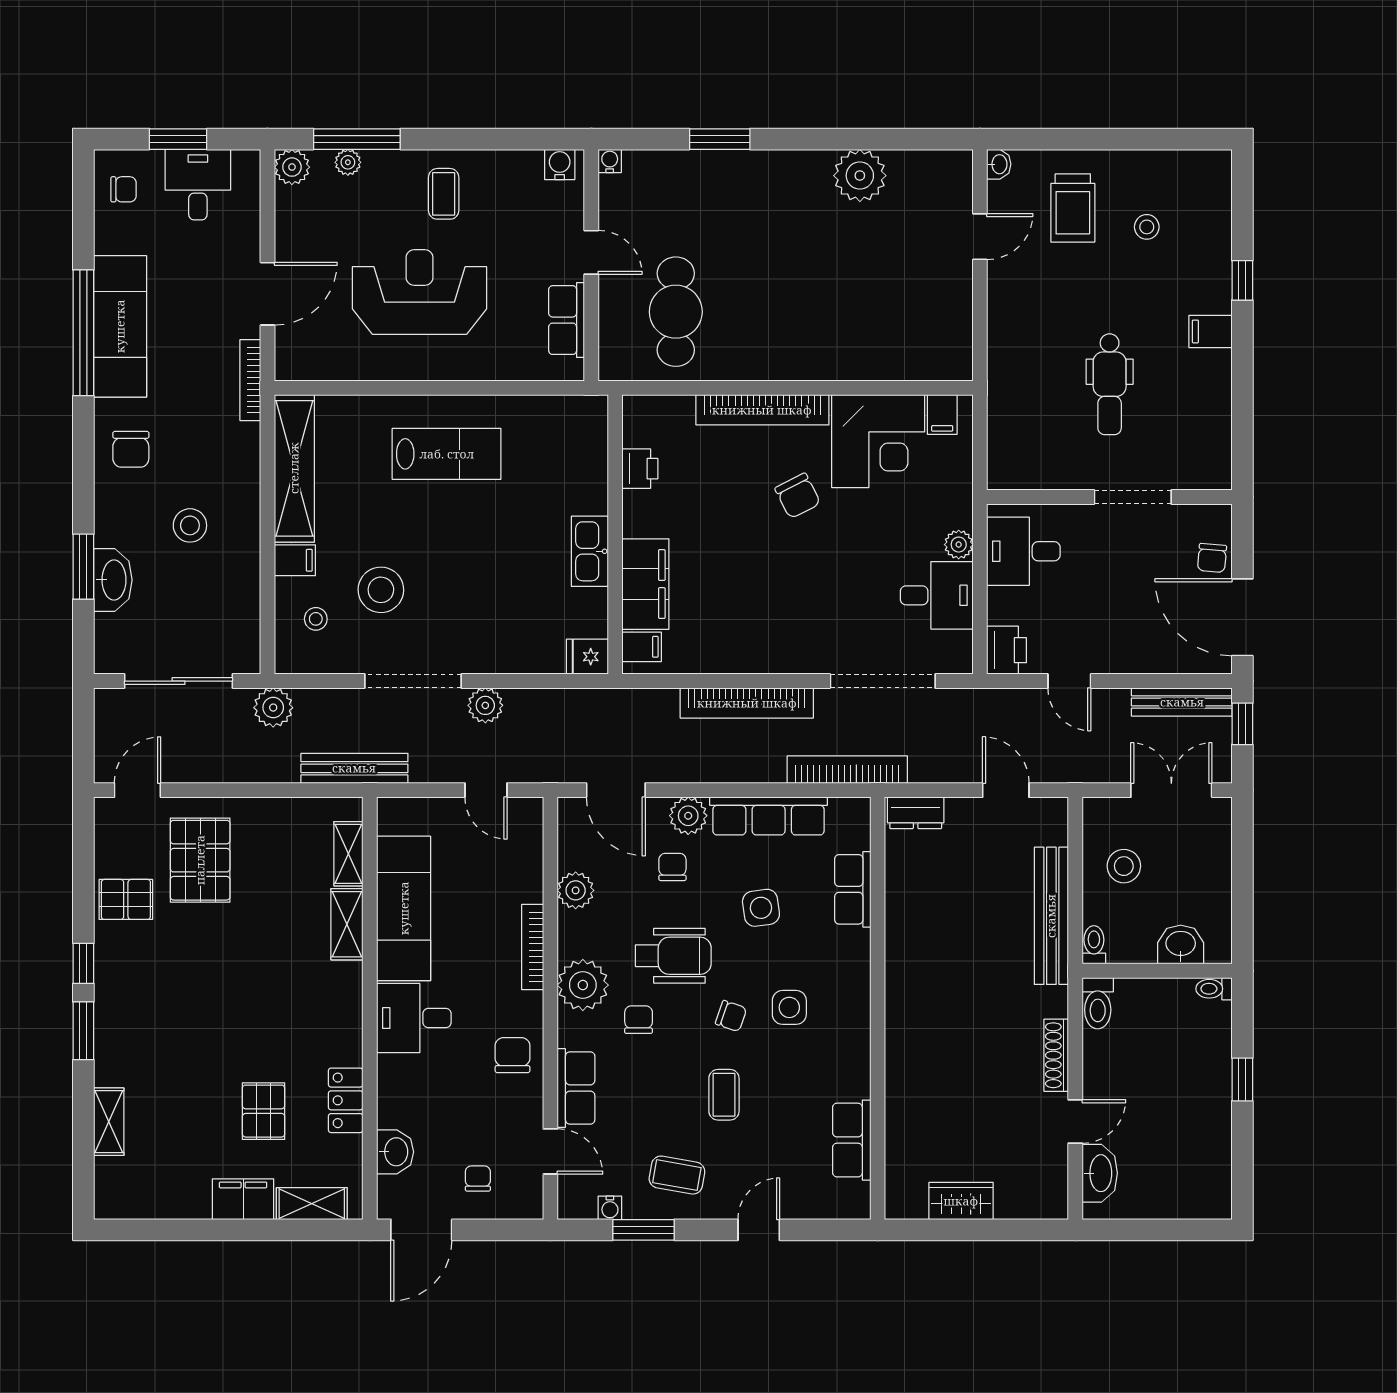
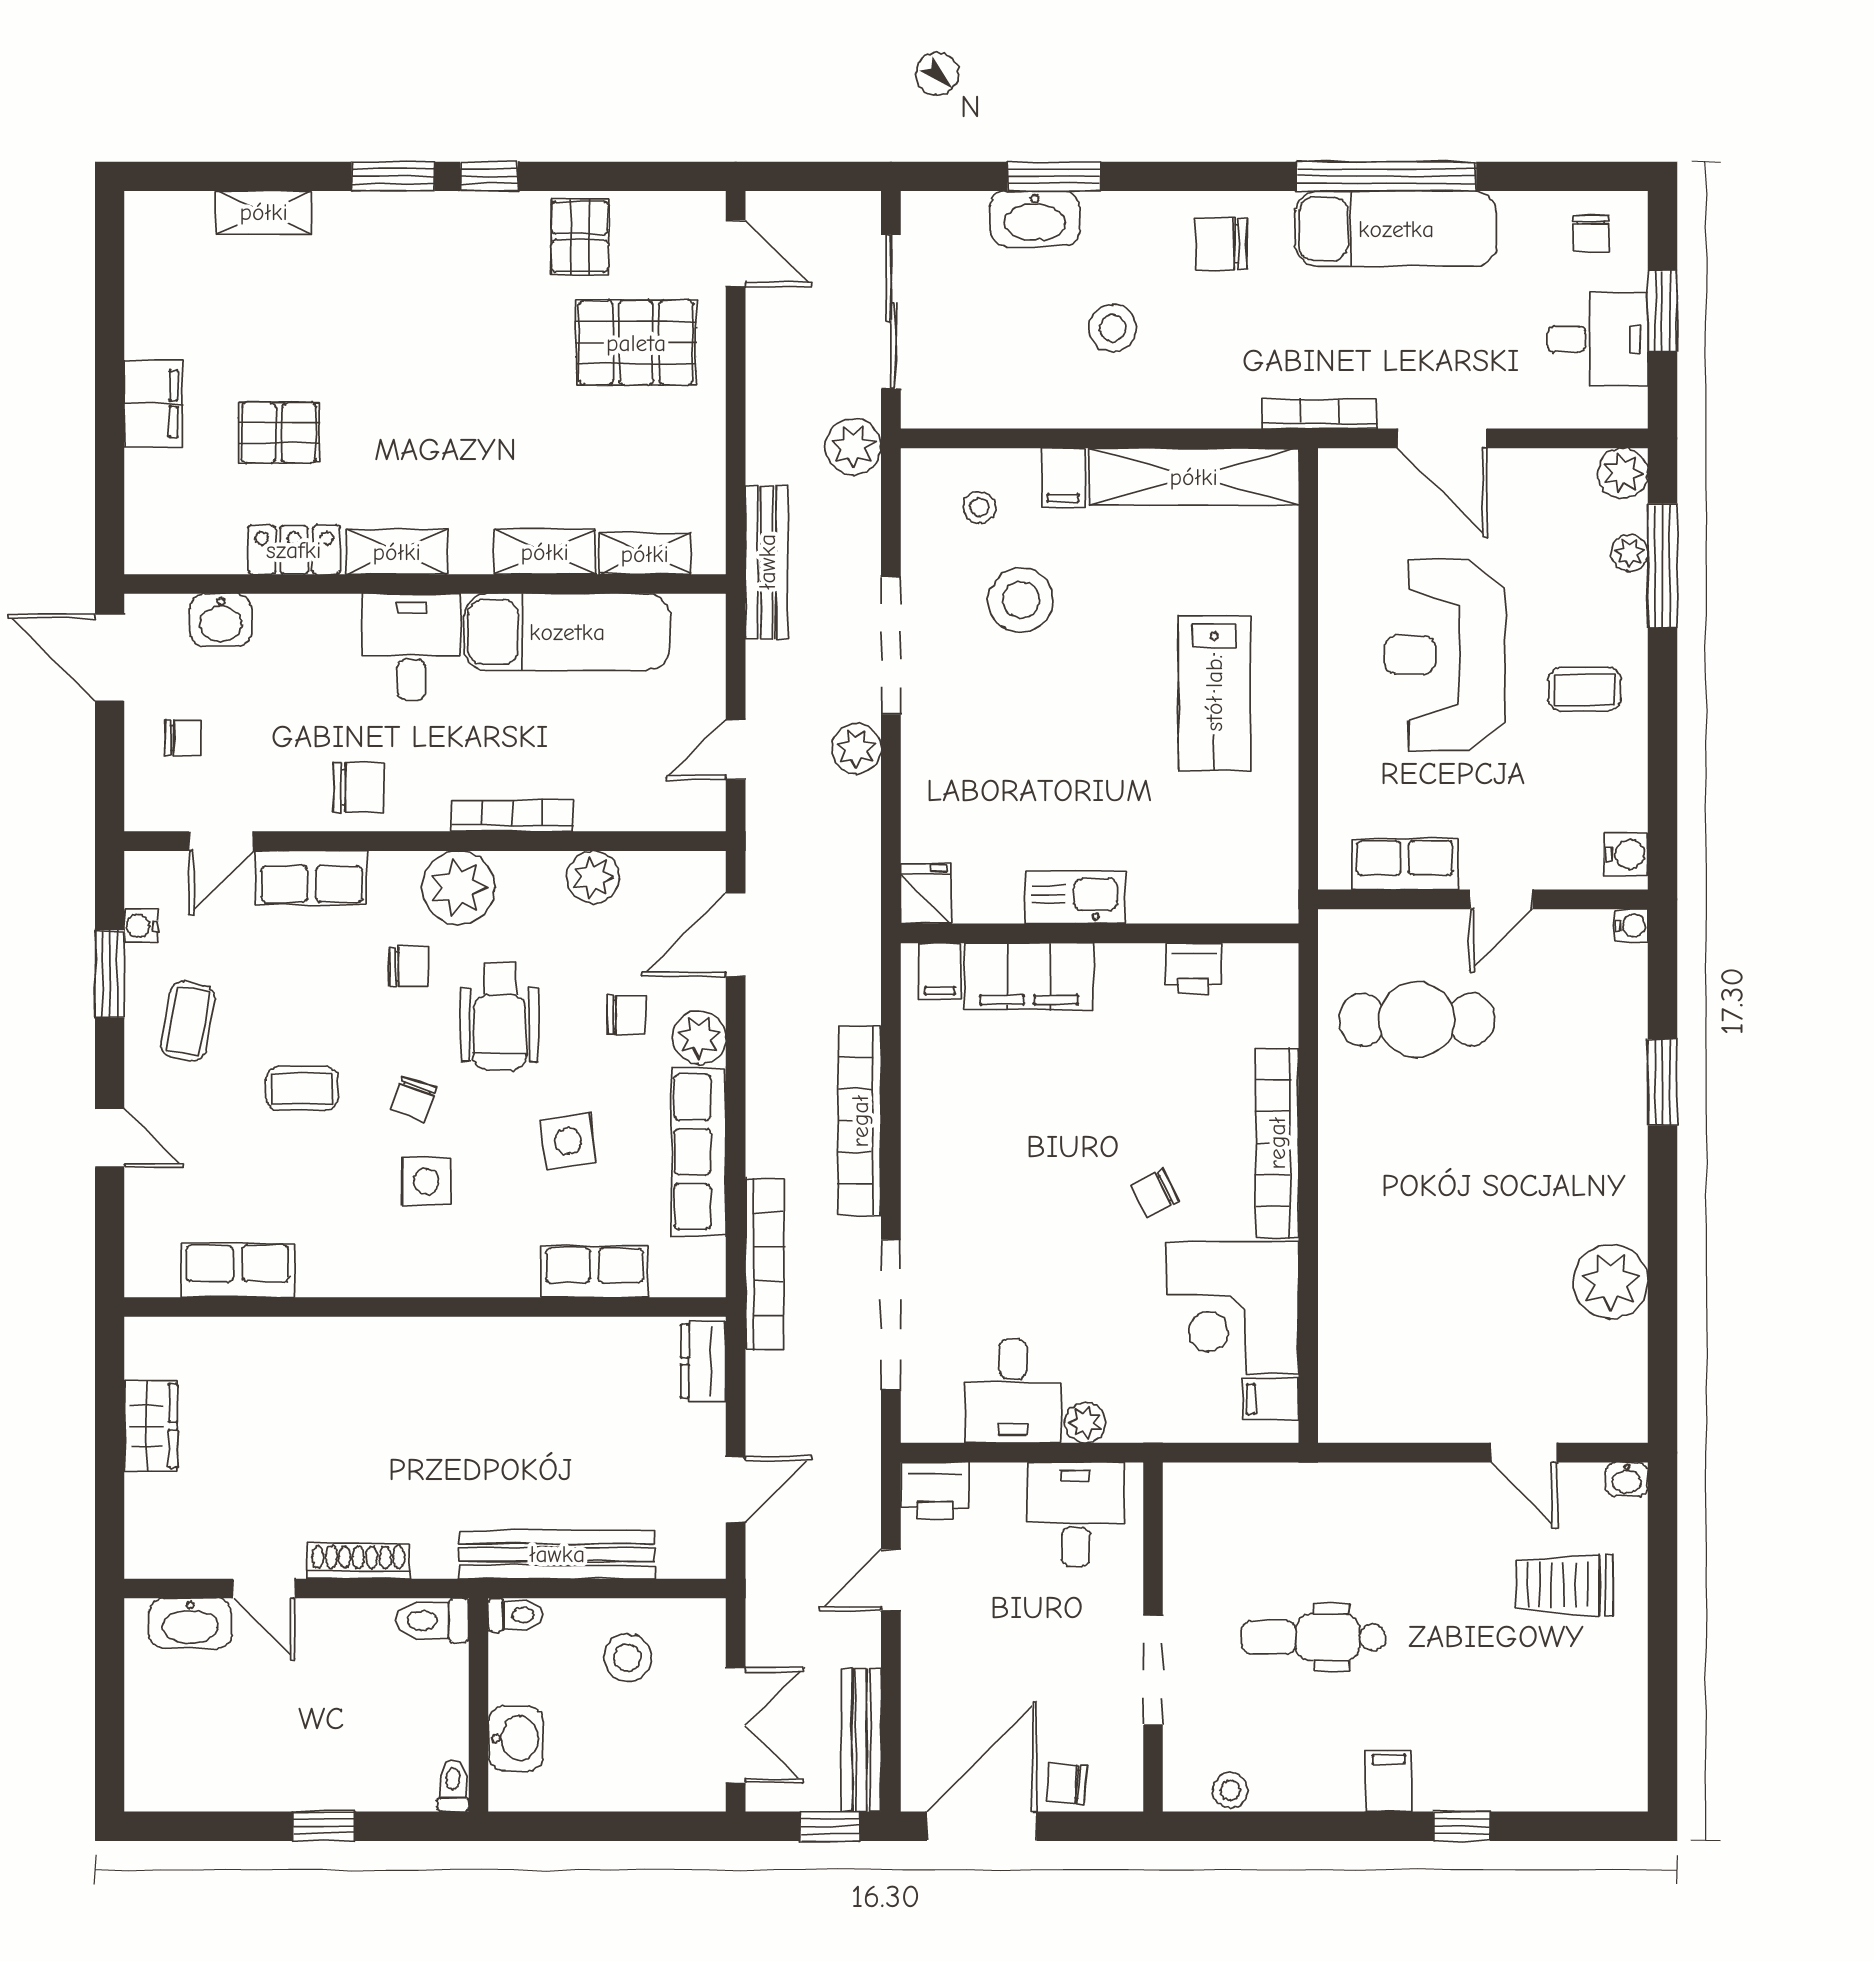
stool: (1147, 227) -> (1230, 1790), moved
reception desk: (419, 292) -> (1445, 655), turned 180
chair: (798, 496) -> (1155, 1193), width x0.73, depth x0.73
shelving: (312, 1204) -> (397, 552), moved, turned 90

